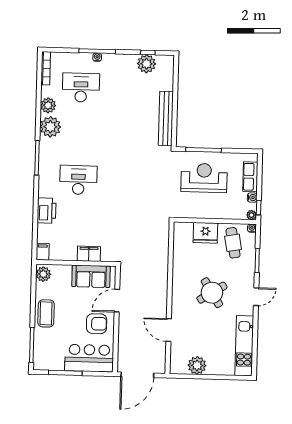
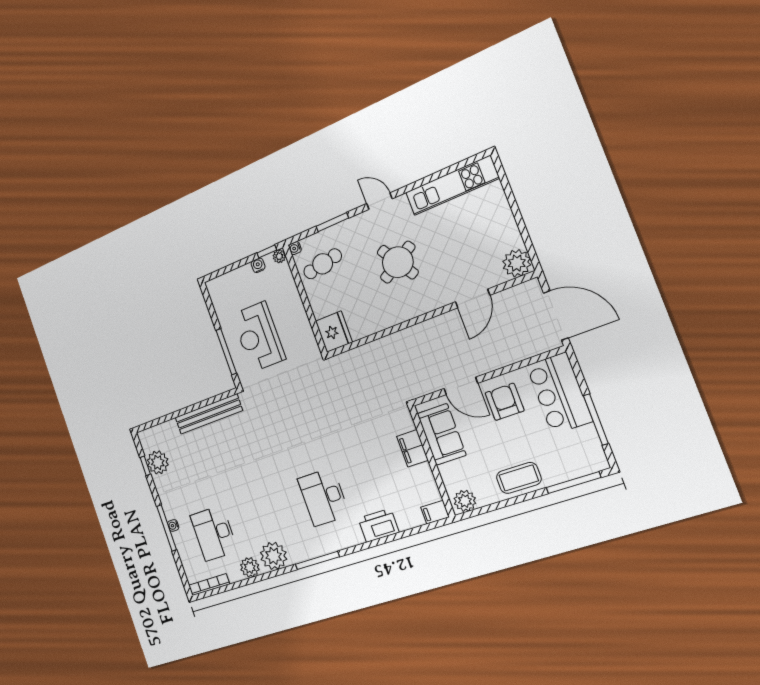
row of seats: (250, 177) -> (235, 279), removed
fridge: (205, 233) -> (334, 332), moved
plant: (197, 365) -> (517, 263), moved

